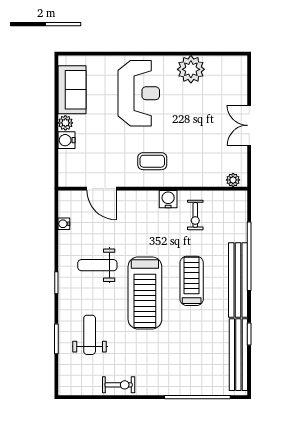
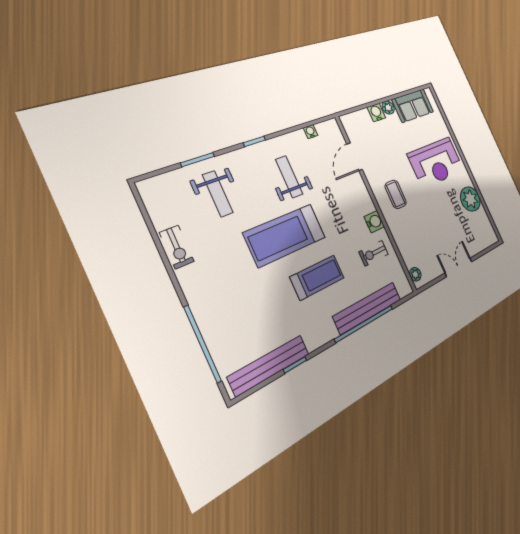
bench: (238, 280) -> (368, 308), moved
weight bench: (90, 335) -> (218, 194), turned 90

